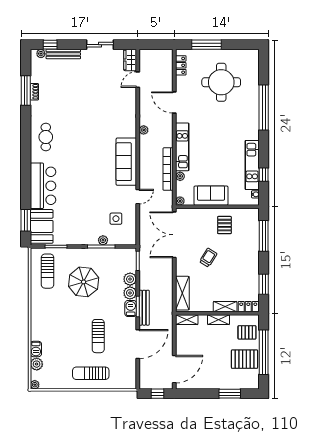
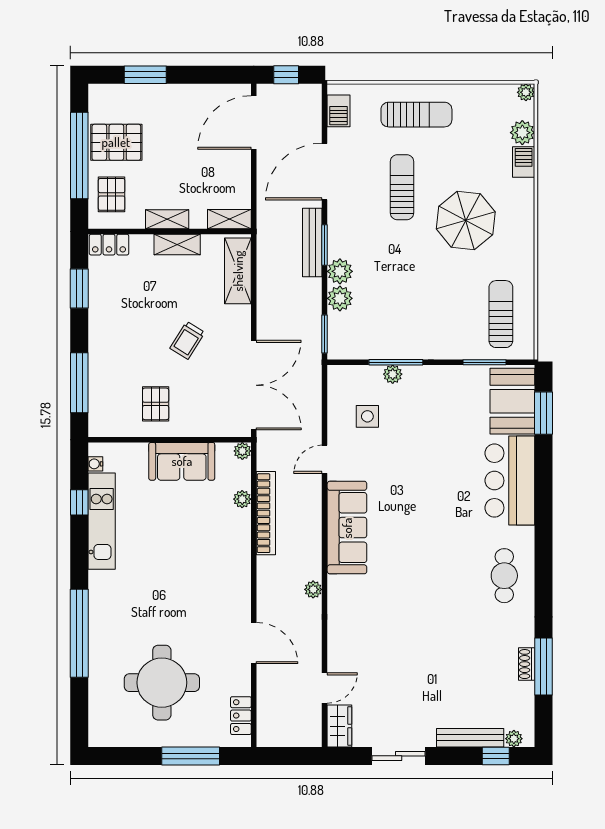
kitchen unit: (182, 147) -> (238, 556), removed
parasol: (84, 282) -> (466, 220), moved
shelving: (225, 307) -> (177, 244), moved
barbecue: (131, 309) -> (339, 111), moved
pallet: (247, 332) -> (112, 194), turned 90

